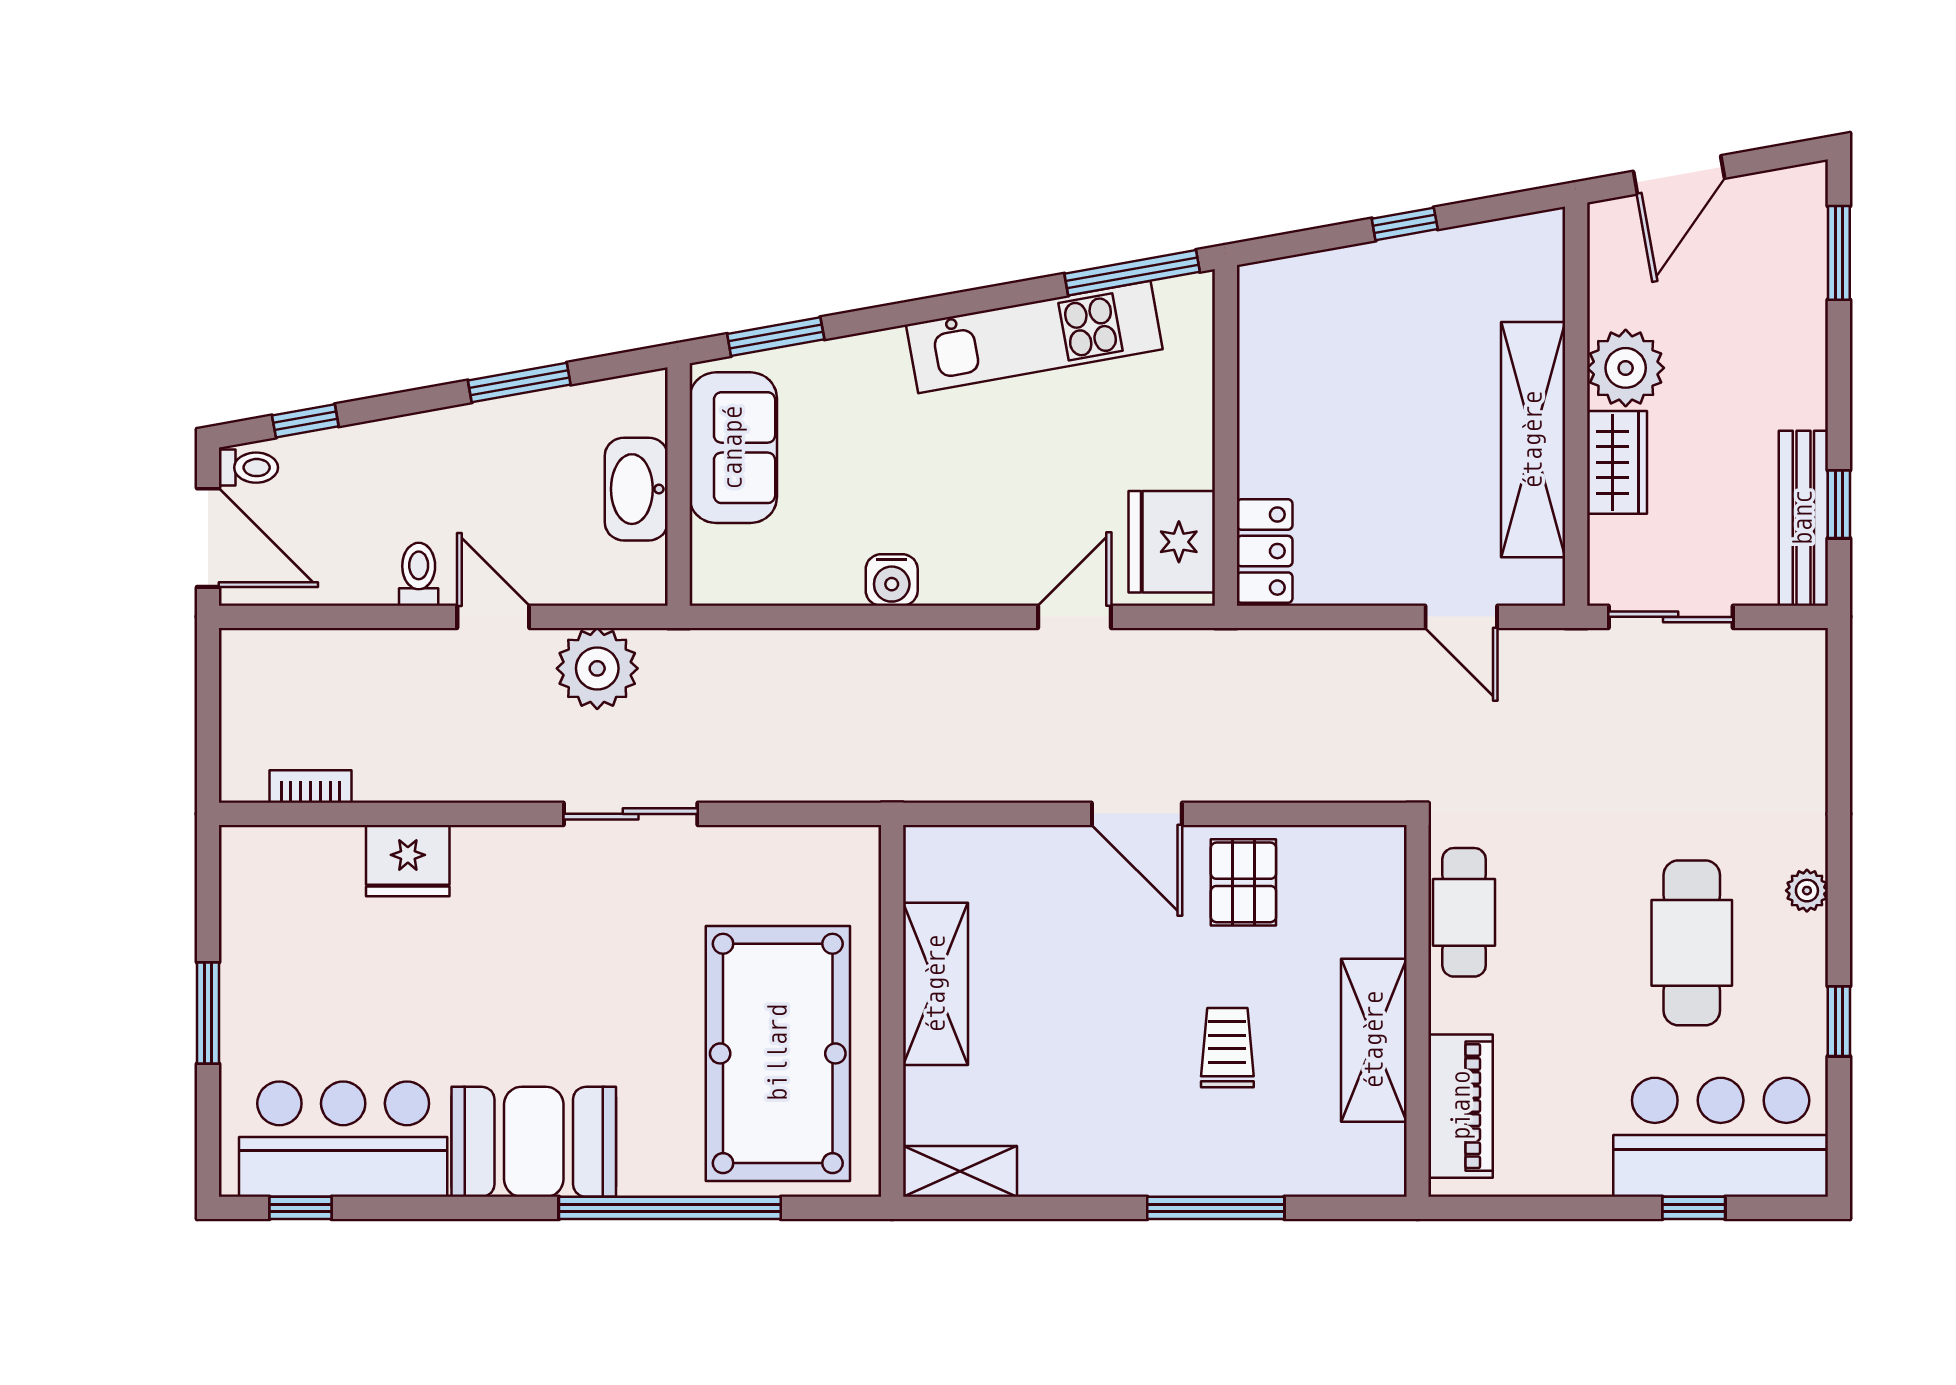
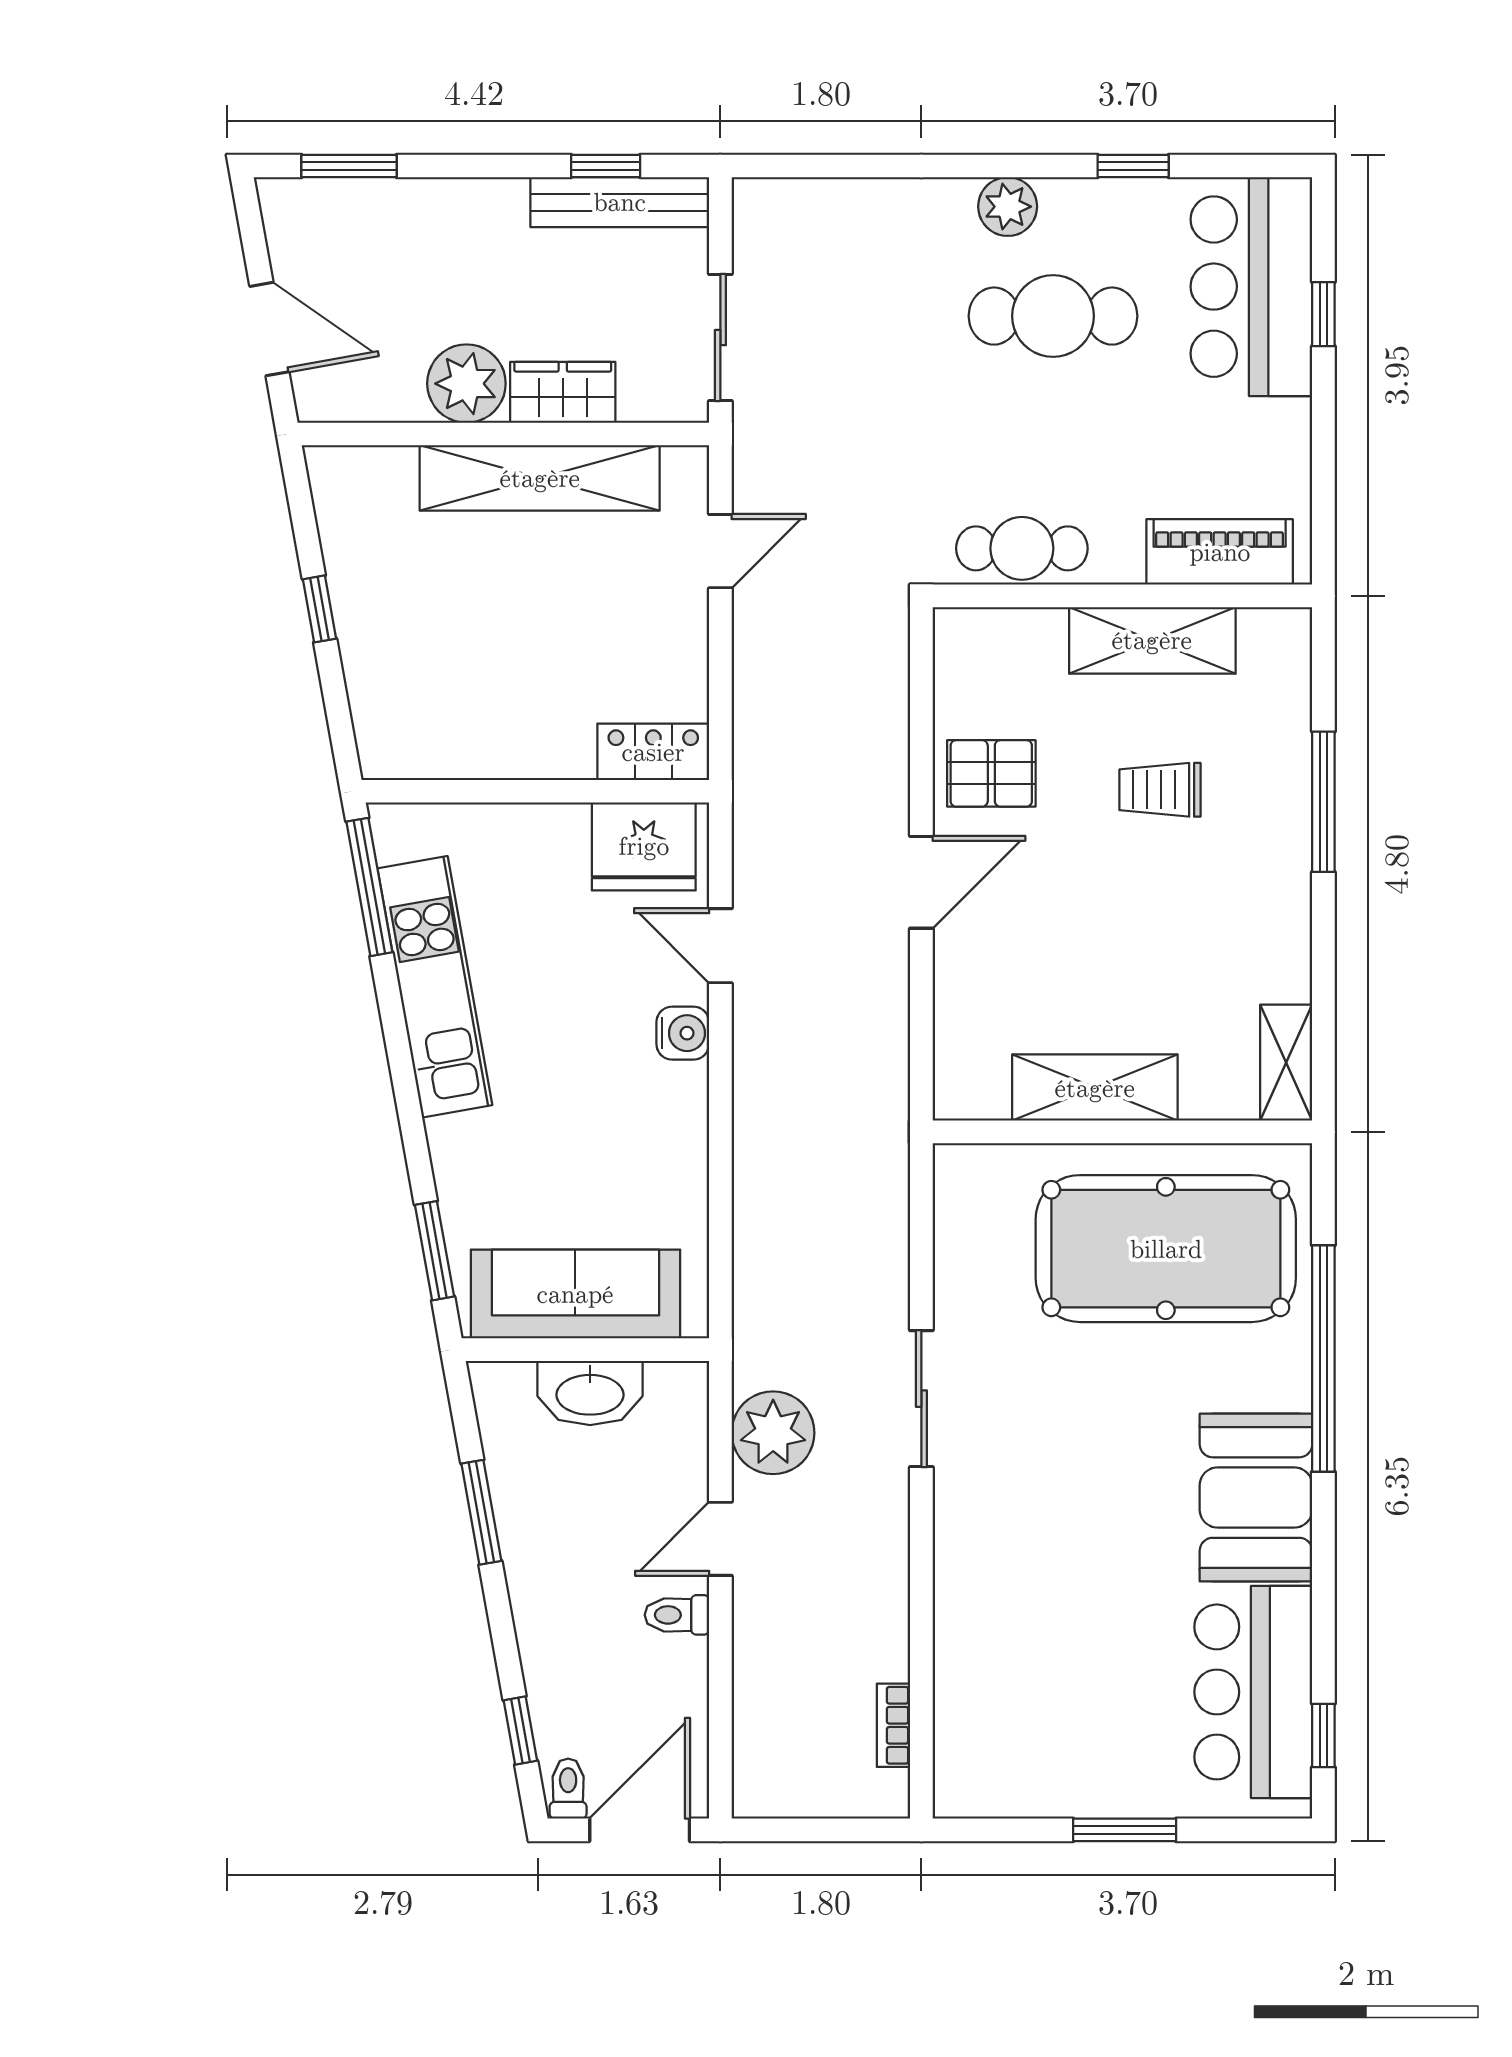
sofa: (733, 448) -> (575, 1294), width x1.36
water cooler: (892, 580) -> (683, 1033), moved
fridge: (408, 861) -> (969, 1626), removed
plant: (1807, 891) -> (1008, 207), width x1.38, depth x1.38

